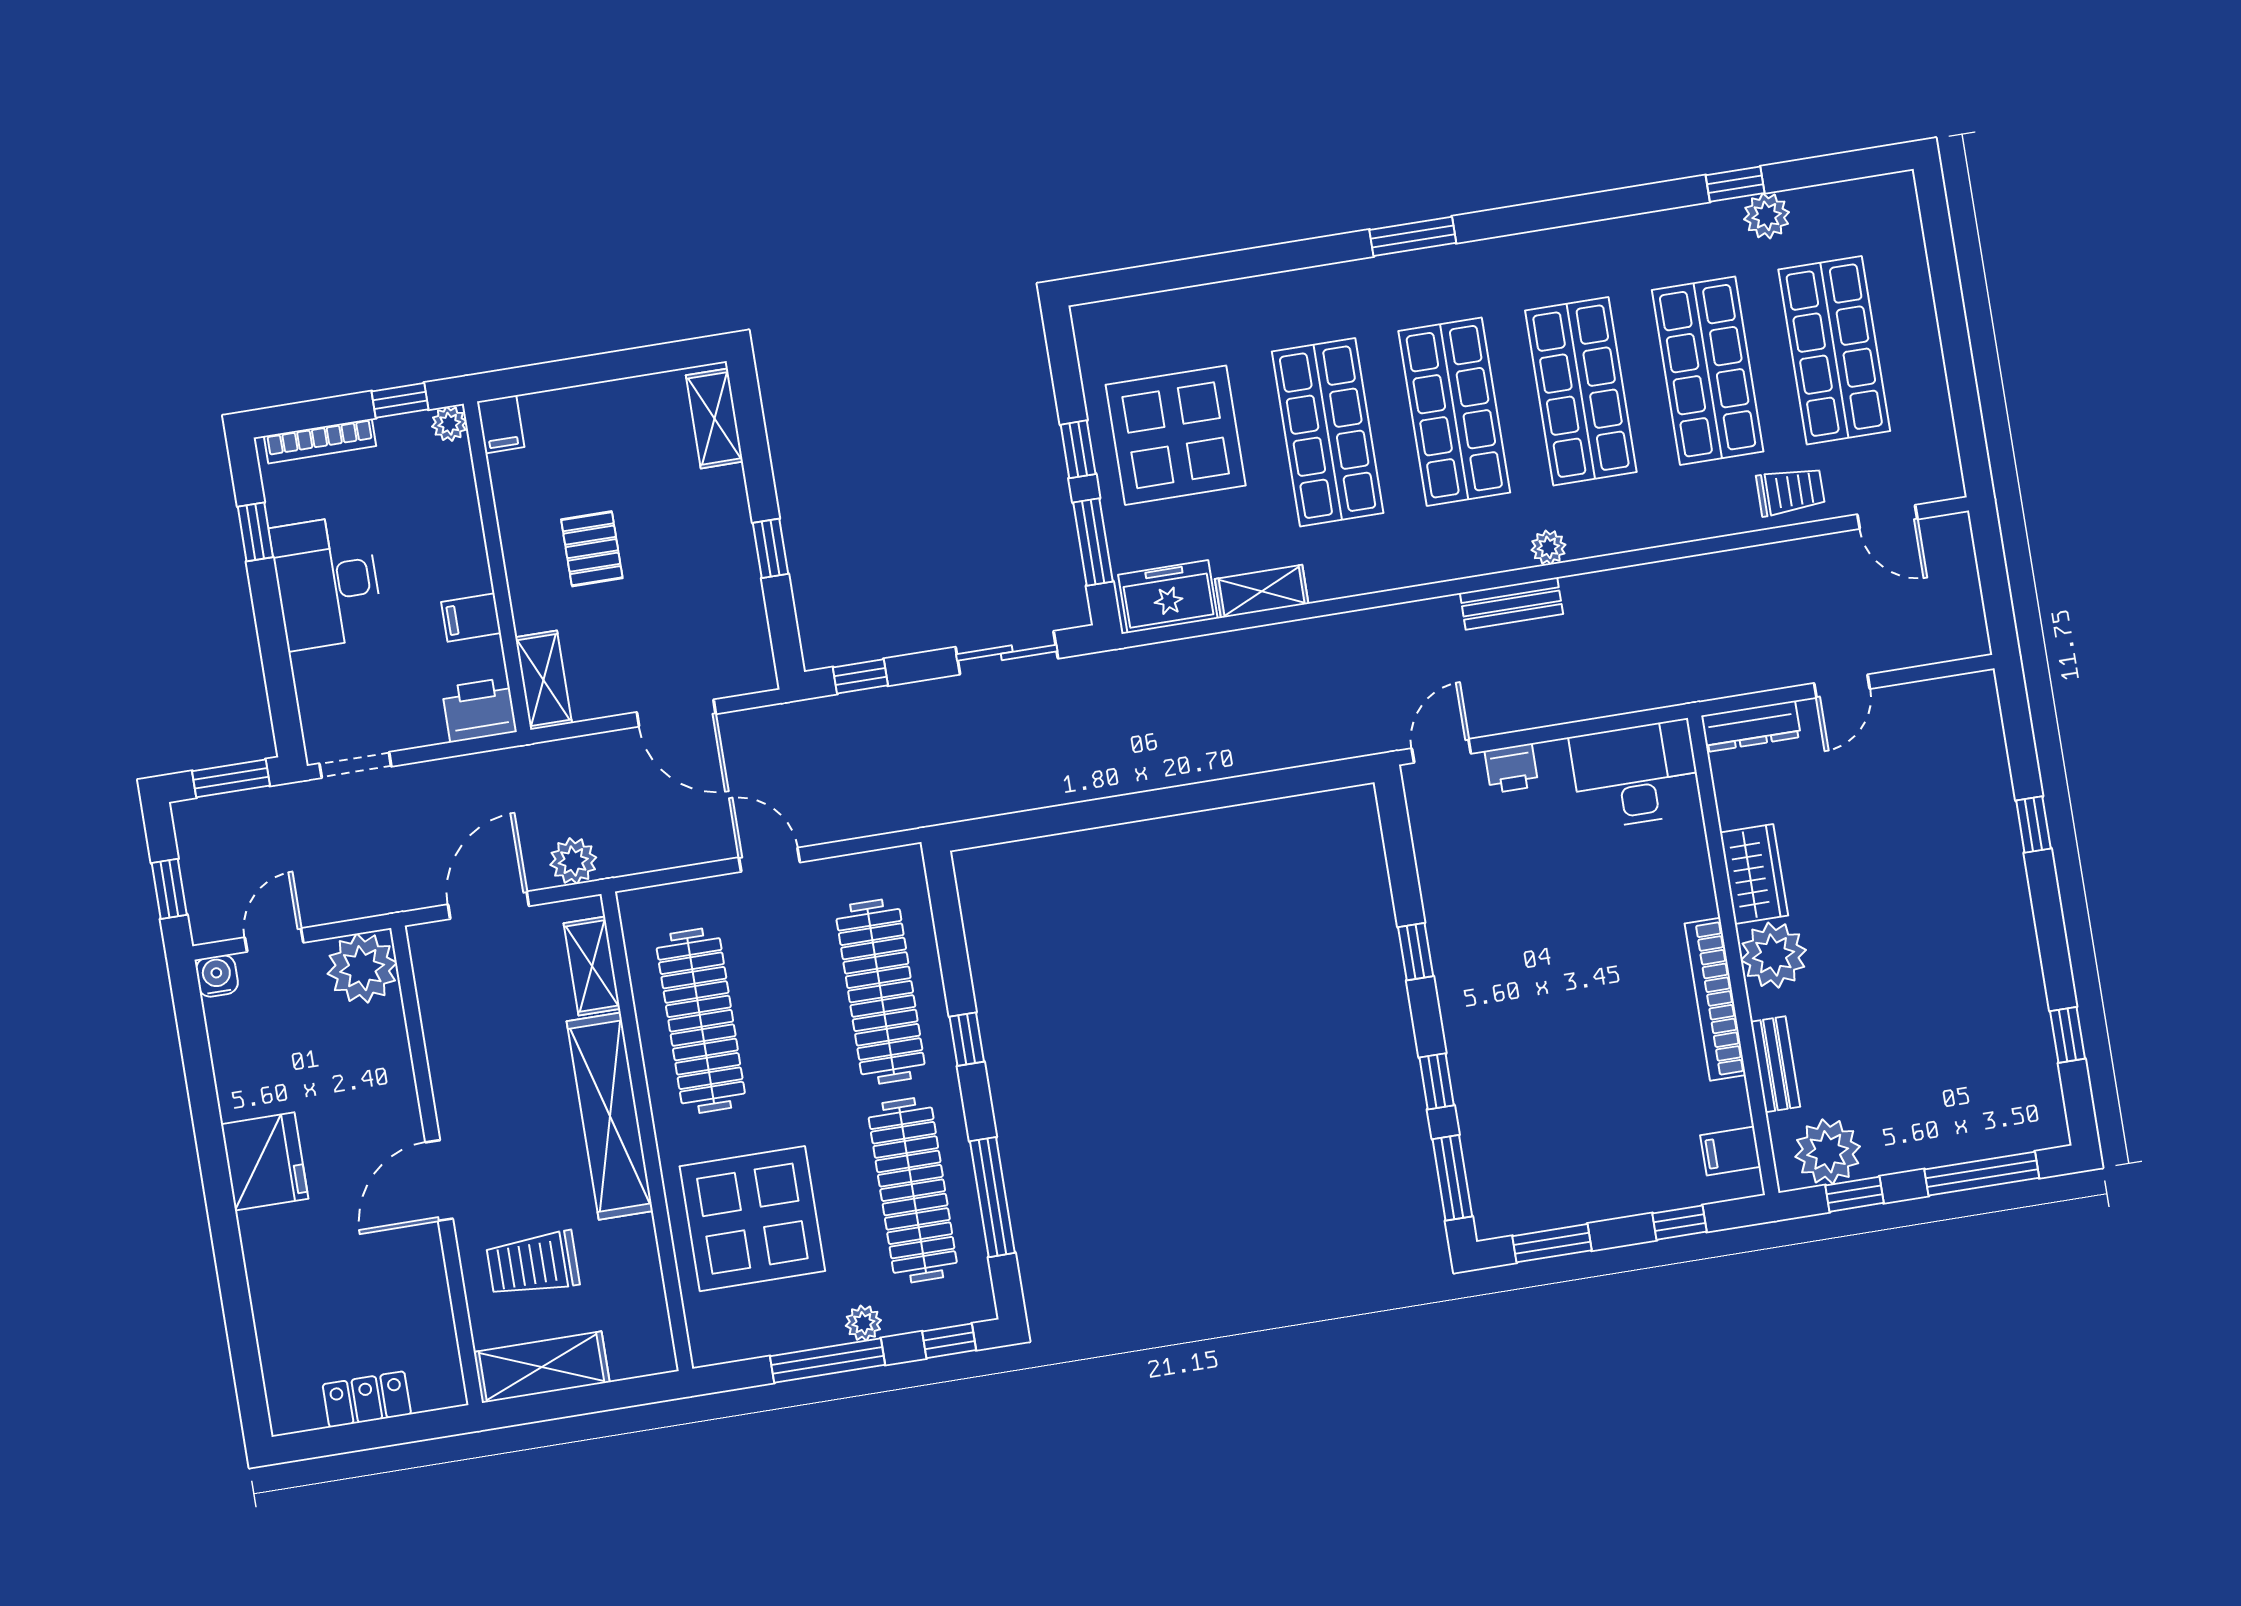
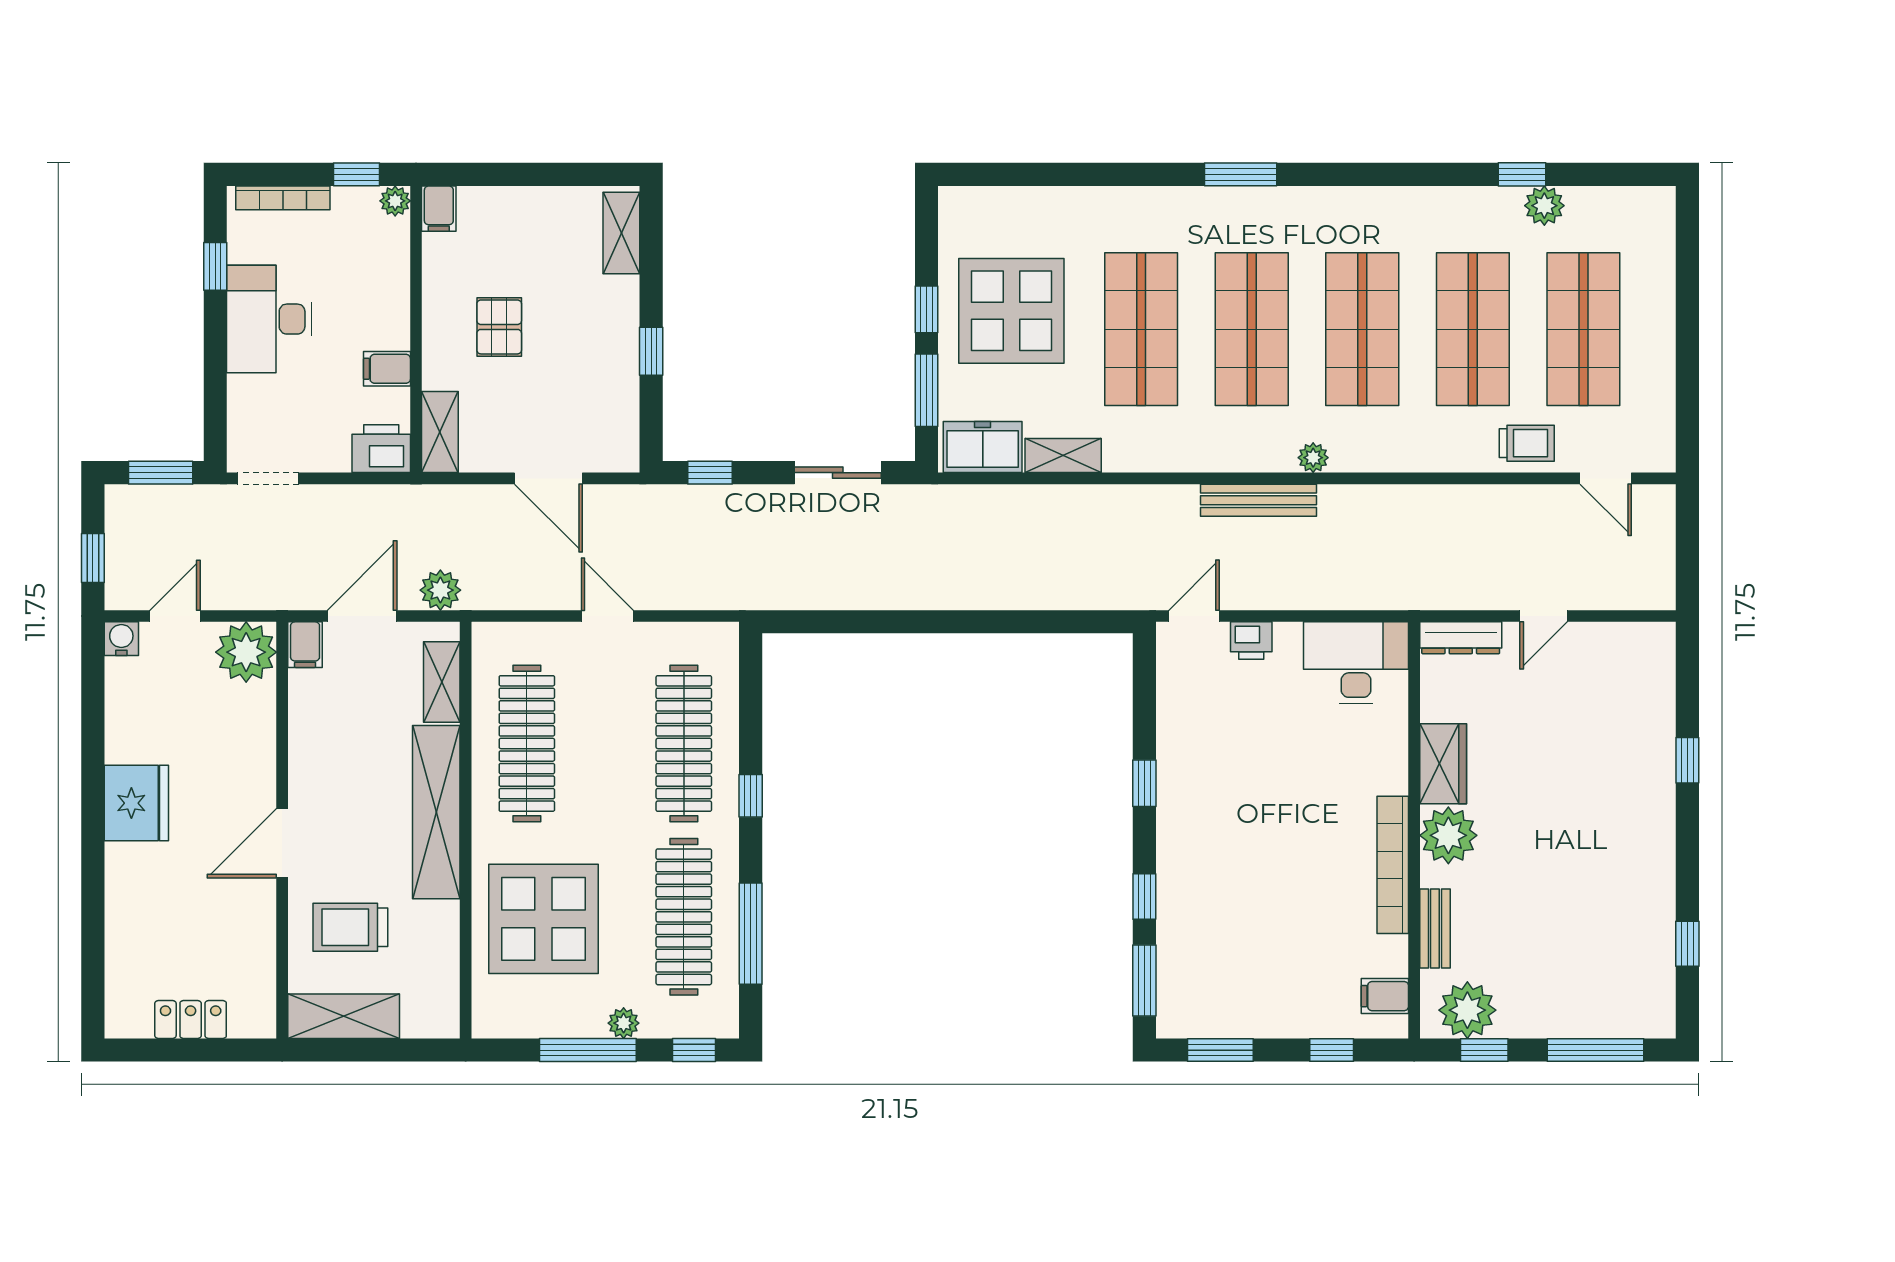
bench: (1511, 604) -> (1258, 500), width x1.36
filing cabinet: (428, 949) -> (305, 645), added

